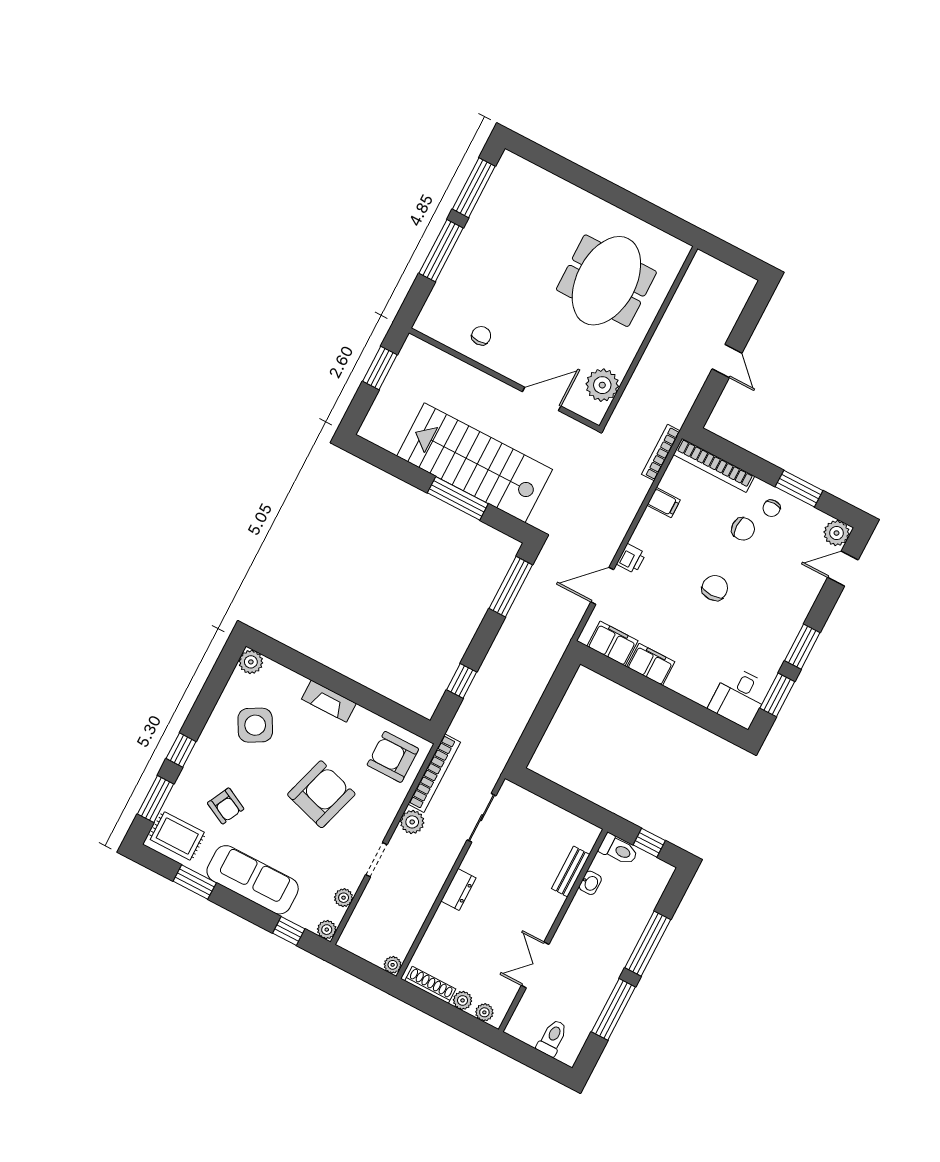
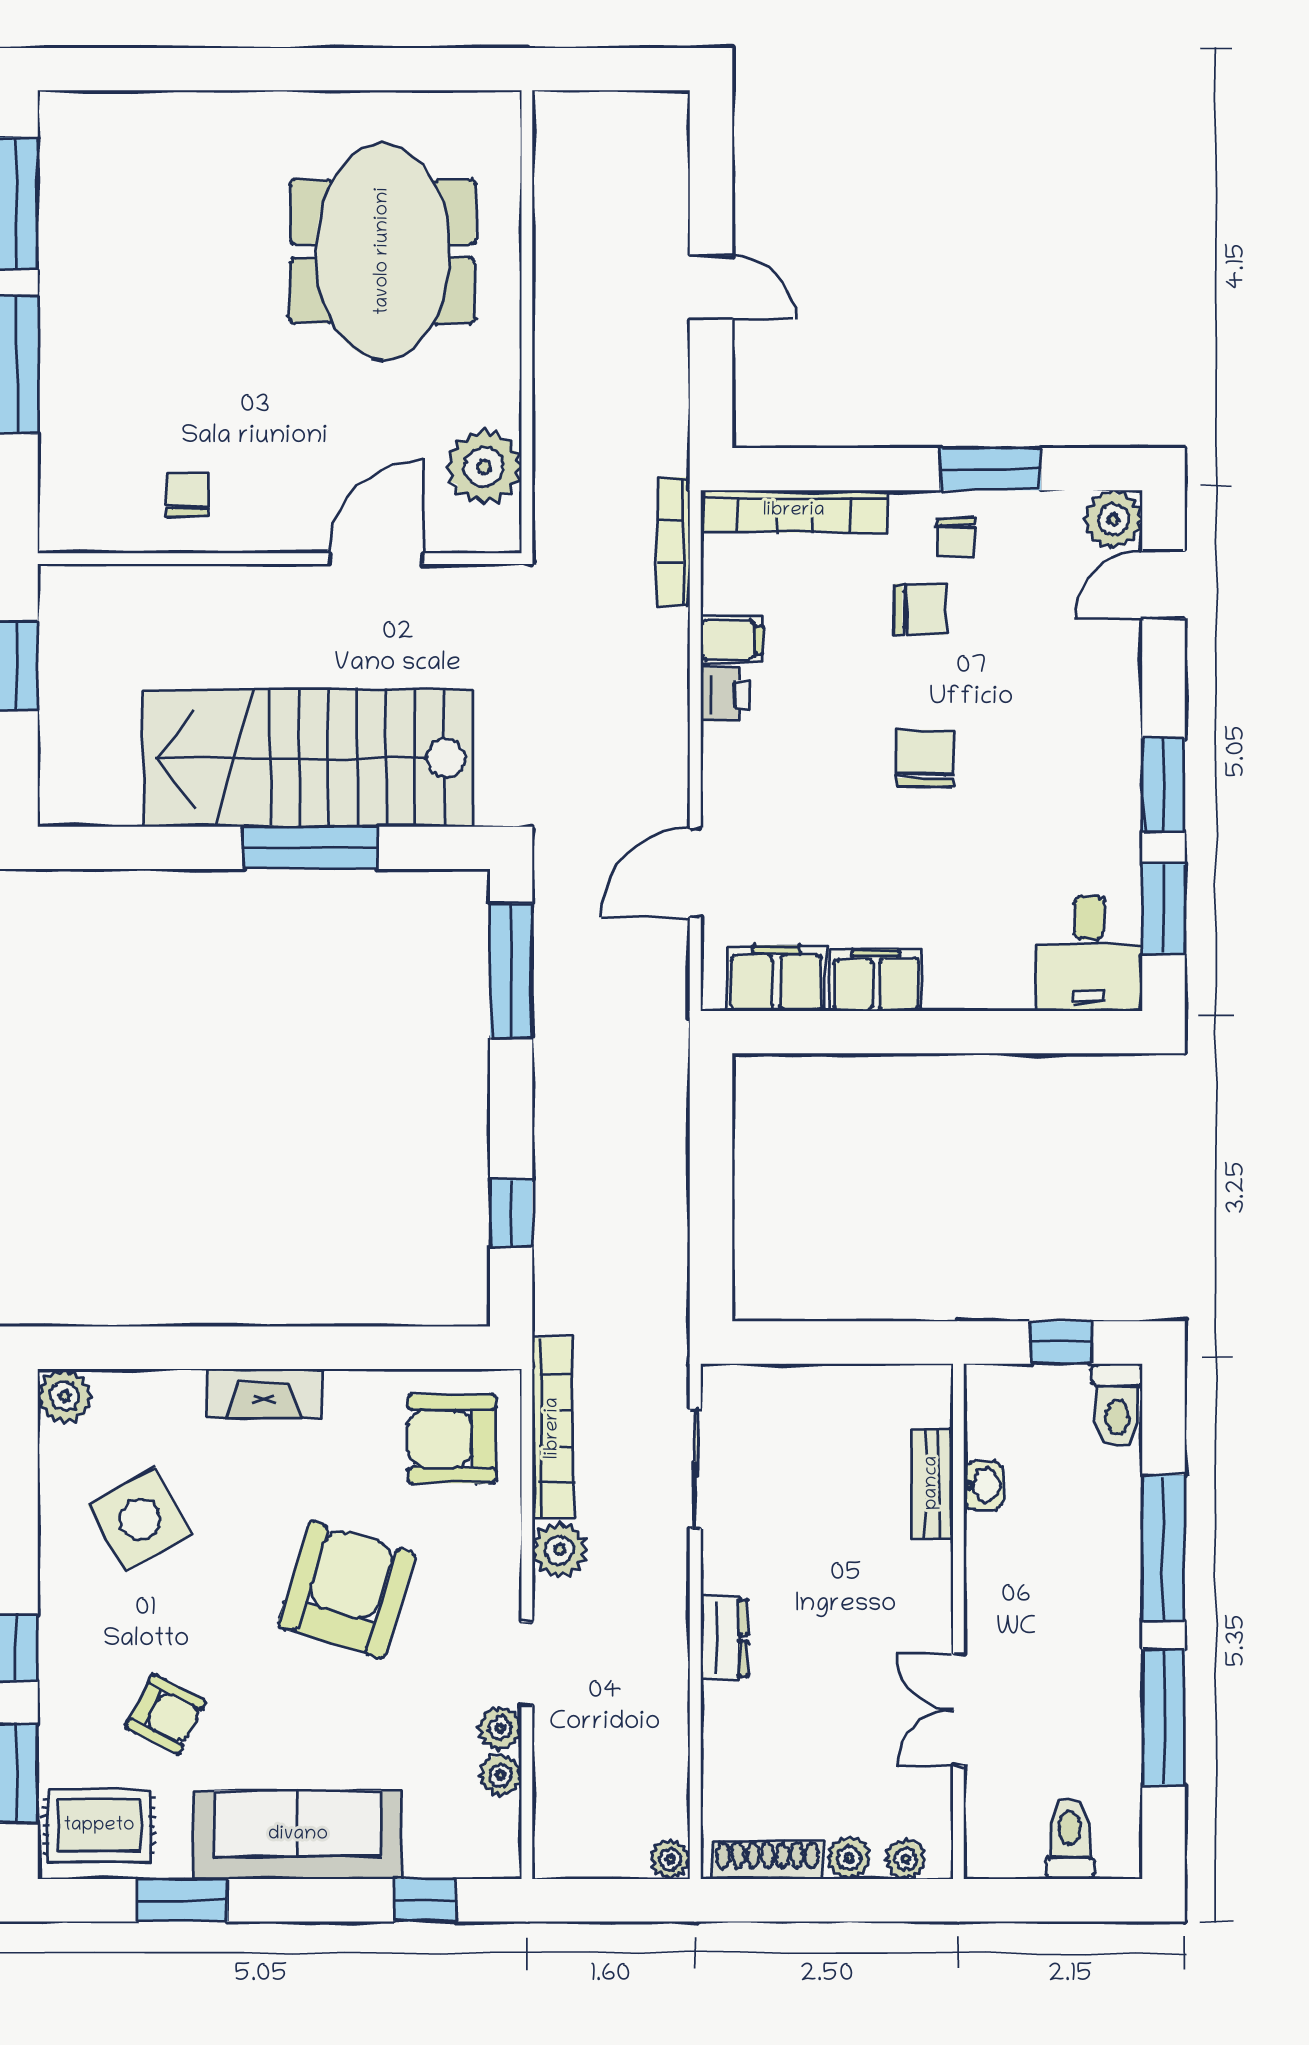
printer: (631, 559) -> (725, 694), moved
toilet: (618, 850) -> (1117, 1405), moved, turned 90
plant: (327, 930) -> (500, 1728), moved

